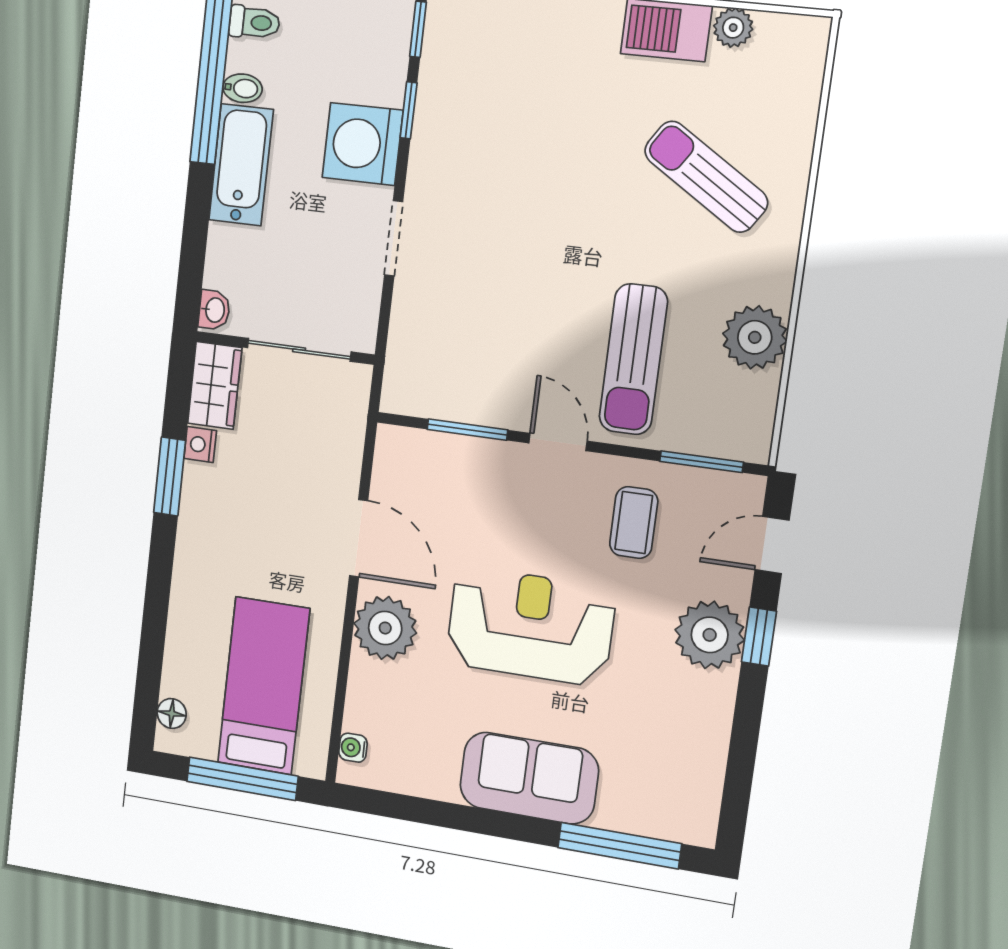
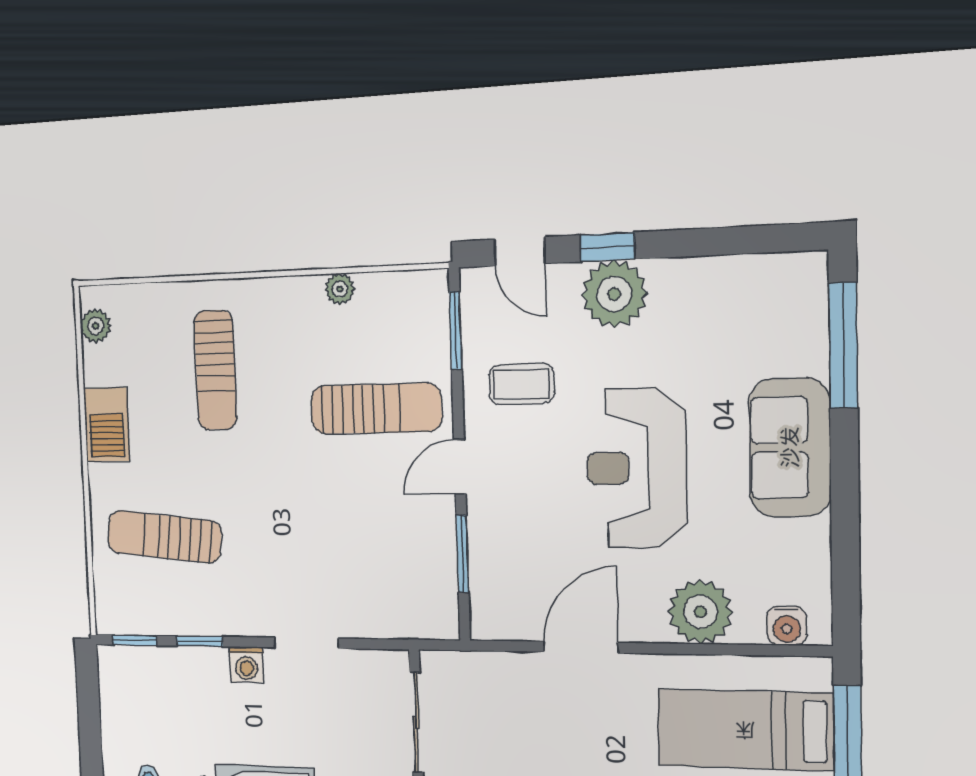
plant: (733, 28) -> (95, 326), moved
sun lounger: (529, 84) -> (164, 537), added
washing machine: (363, 144) -> (246, 665), width x0.53, depth x0.53
sun lounger: (706, 177) -> (215, 370), turned -33
plant: (755, 337) -> (340, 289), width x0.53, depth x0.53
plant: (385, 628) -> (700, 612), moved
water cooler: (353, 748) -> (787, 626), width x1.38, depth x1.38

